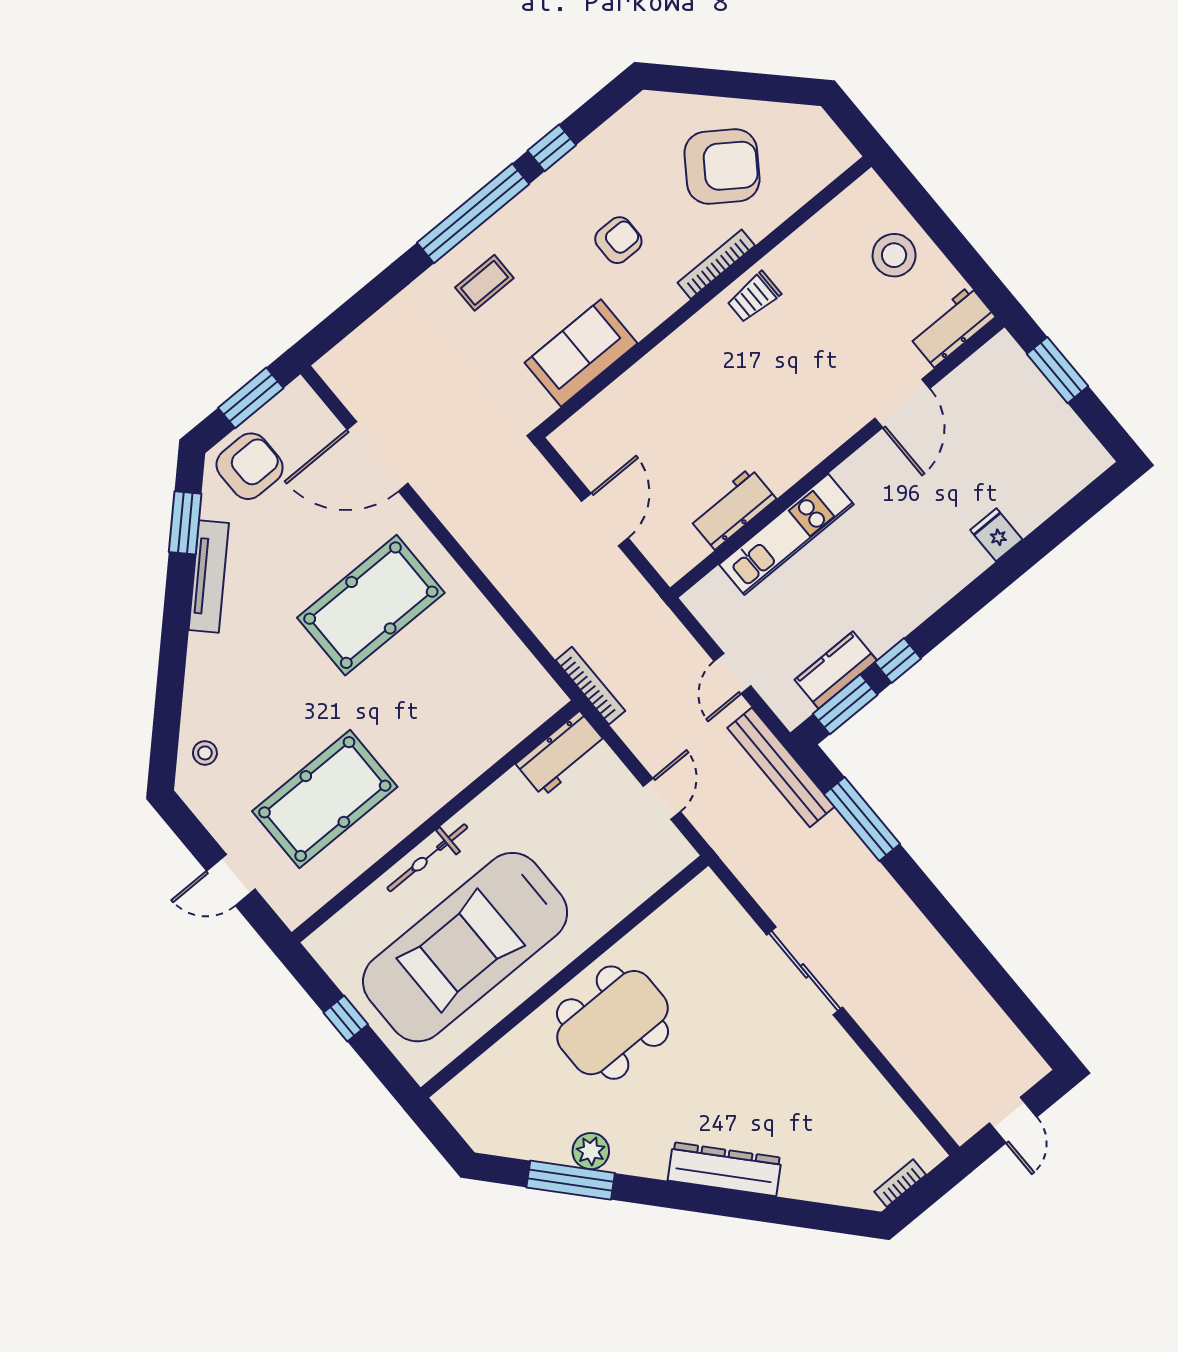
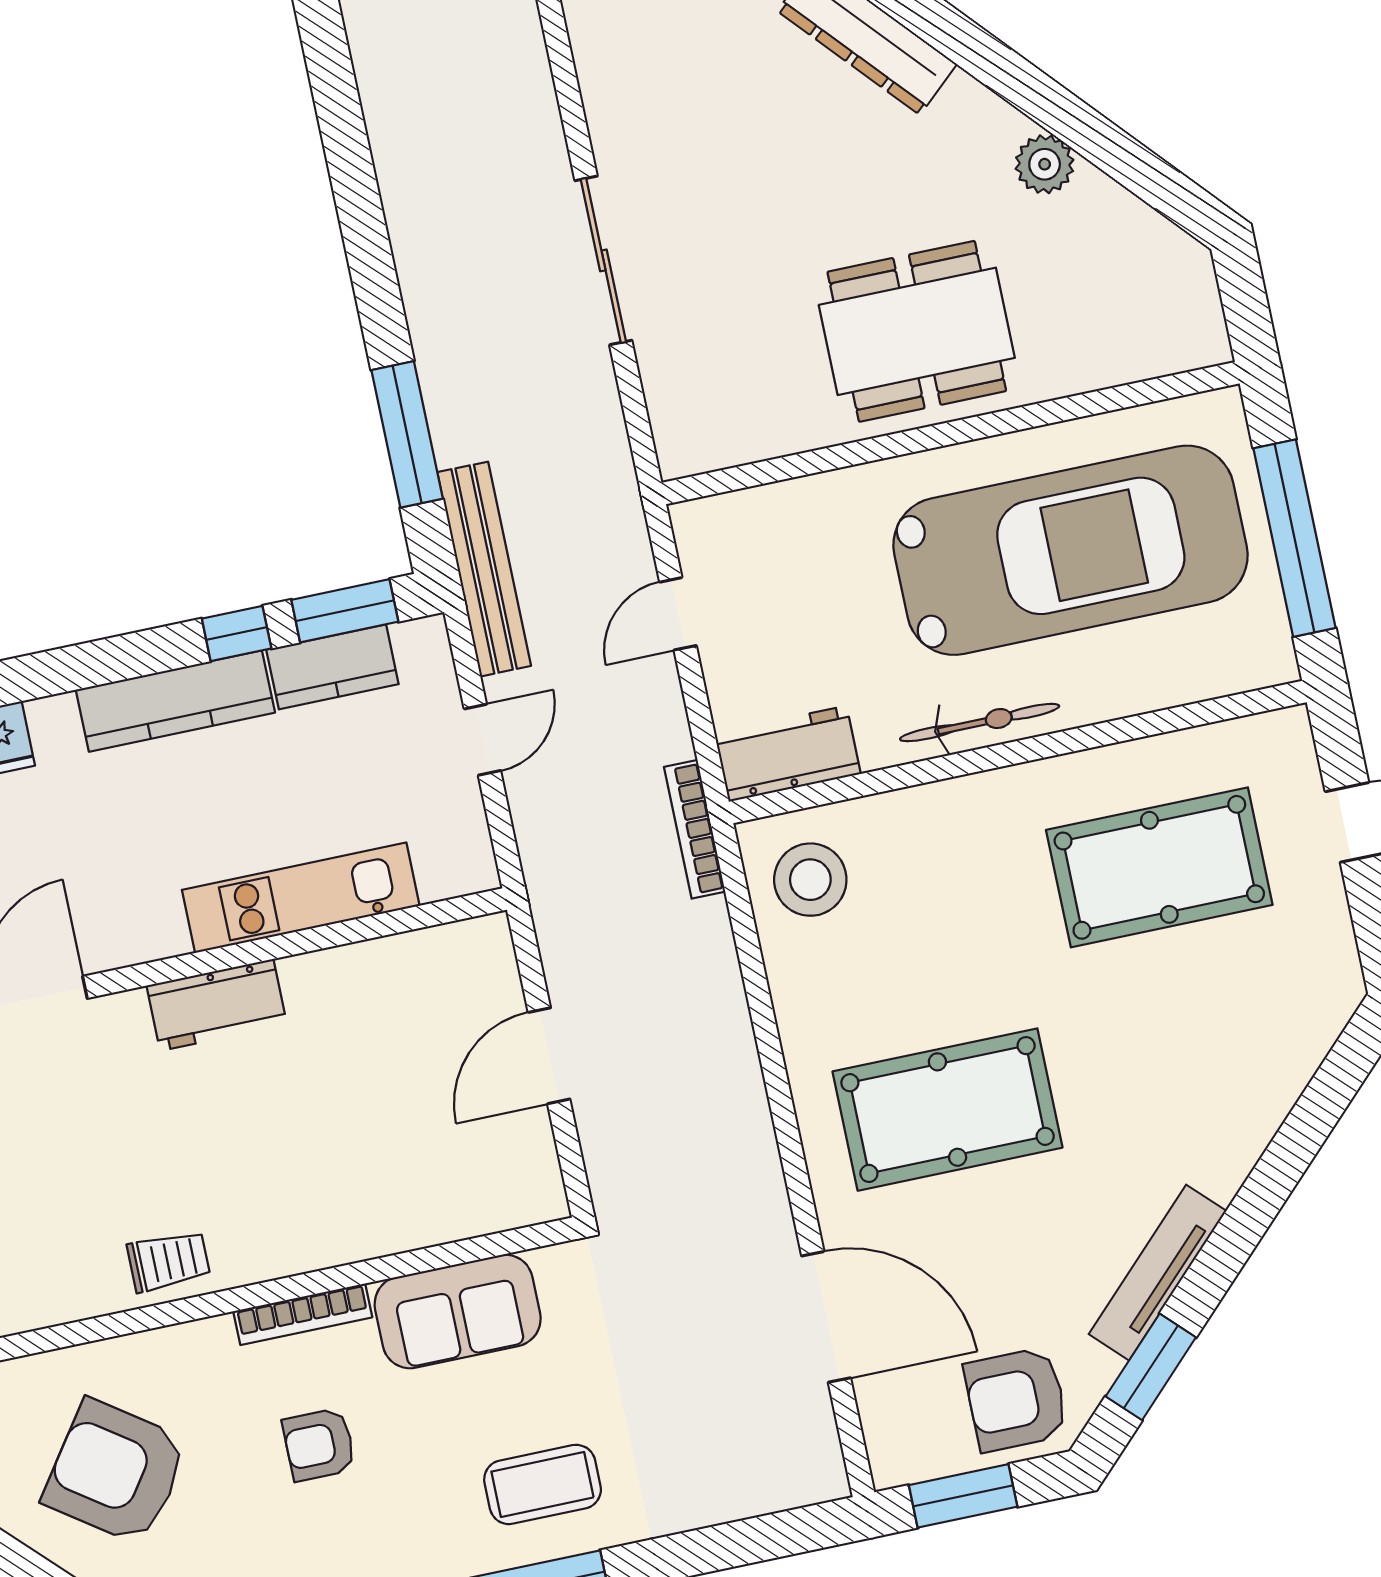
bookcase: (716, 264) -> (303, 1314), moved
coffee table: (484, 283) -> (543, 1484), width x1.36, depth x1.30
workbench: (733, 509) -> (217, 1005), moved
kitchen counter: (912, 606) -> (175, 701), added
stool: (205, 753) -> (810, 880), moved, width x1.89, depth x1.89
bicycle: (427, 858) -> (980, 723), moved
window: (346, 1018) -> (1295, 538), width x3.17
window: (571, 1180) -> (1095, 138), removed

